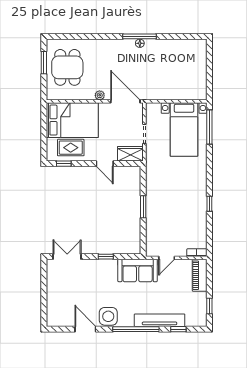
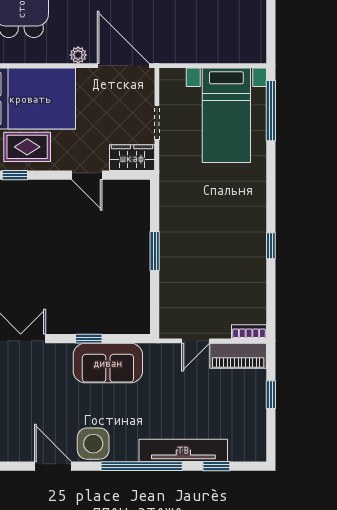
sofa: (138, 271) -> (108, 363), moved
piano: (200, 275) -> (238, 356), moved, turned -90
window: (209, 306) -> (271, 395), moved

